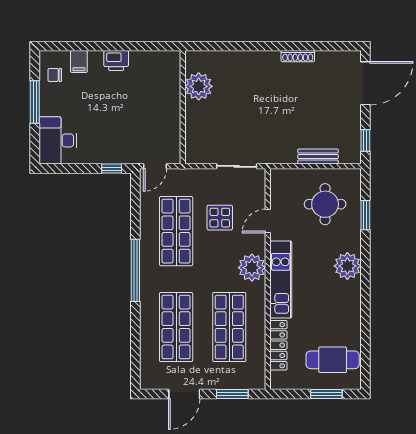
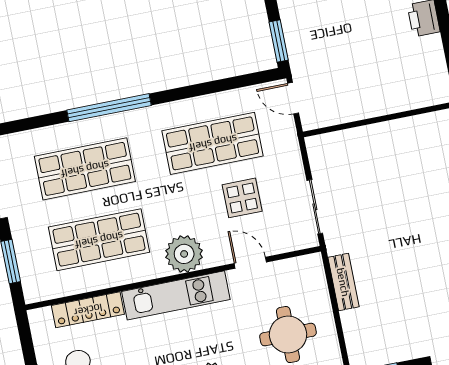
plant: (199, 86) -> (411, 135), removed
bench: (318, 157) -> (343, 282), moved
window: (112, 169) -> (279, 41), width x1.50
window: (135, 270) -> (109, 108), moved

